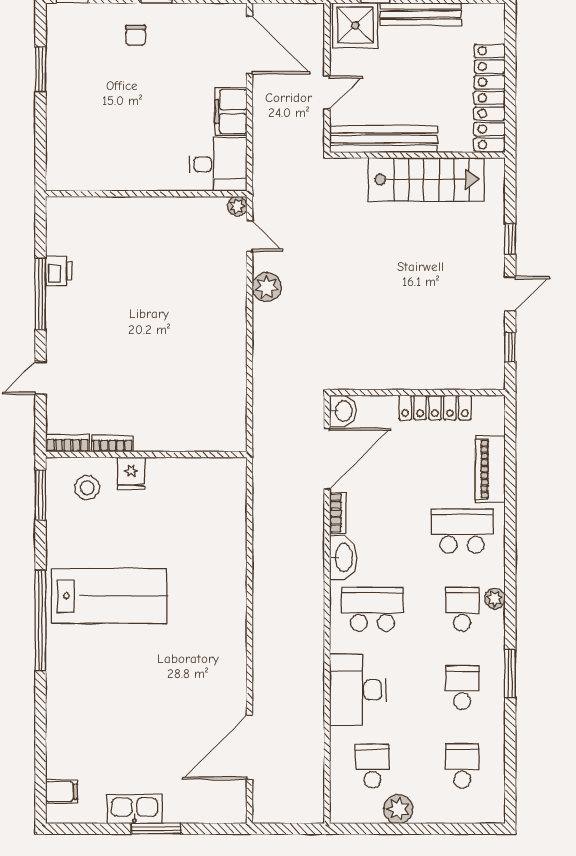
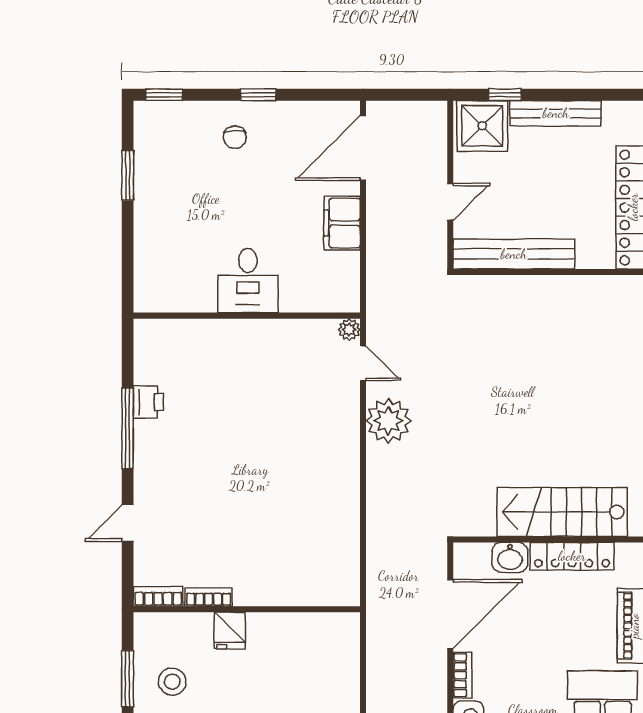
door: (250, 45) -> (363, 148), swing flipped
desk: (218, 164) -> (248, 280), moved, turned 90
stairs: (426, 179) -> (562, 512), moved, turned 180
plant: (267, 287) -> (388, 421), width x1.36, depth x1.36
washbasin: (343, 411) -> (510, 557), moved, turned 90
stool: (87, 488) -> (172, 682), moved
window: (40, 495) -> (128, 679), moved

